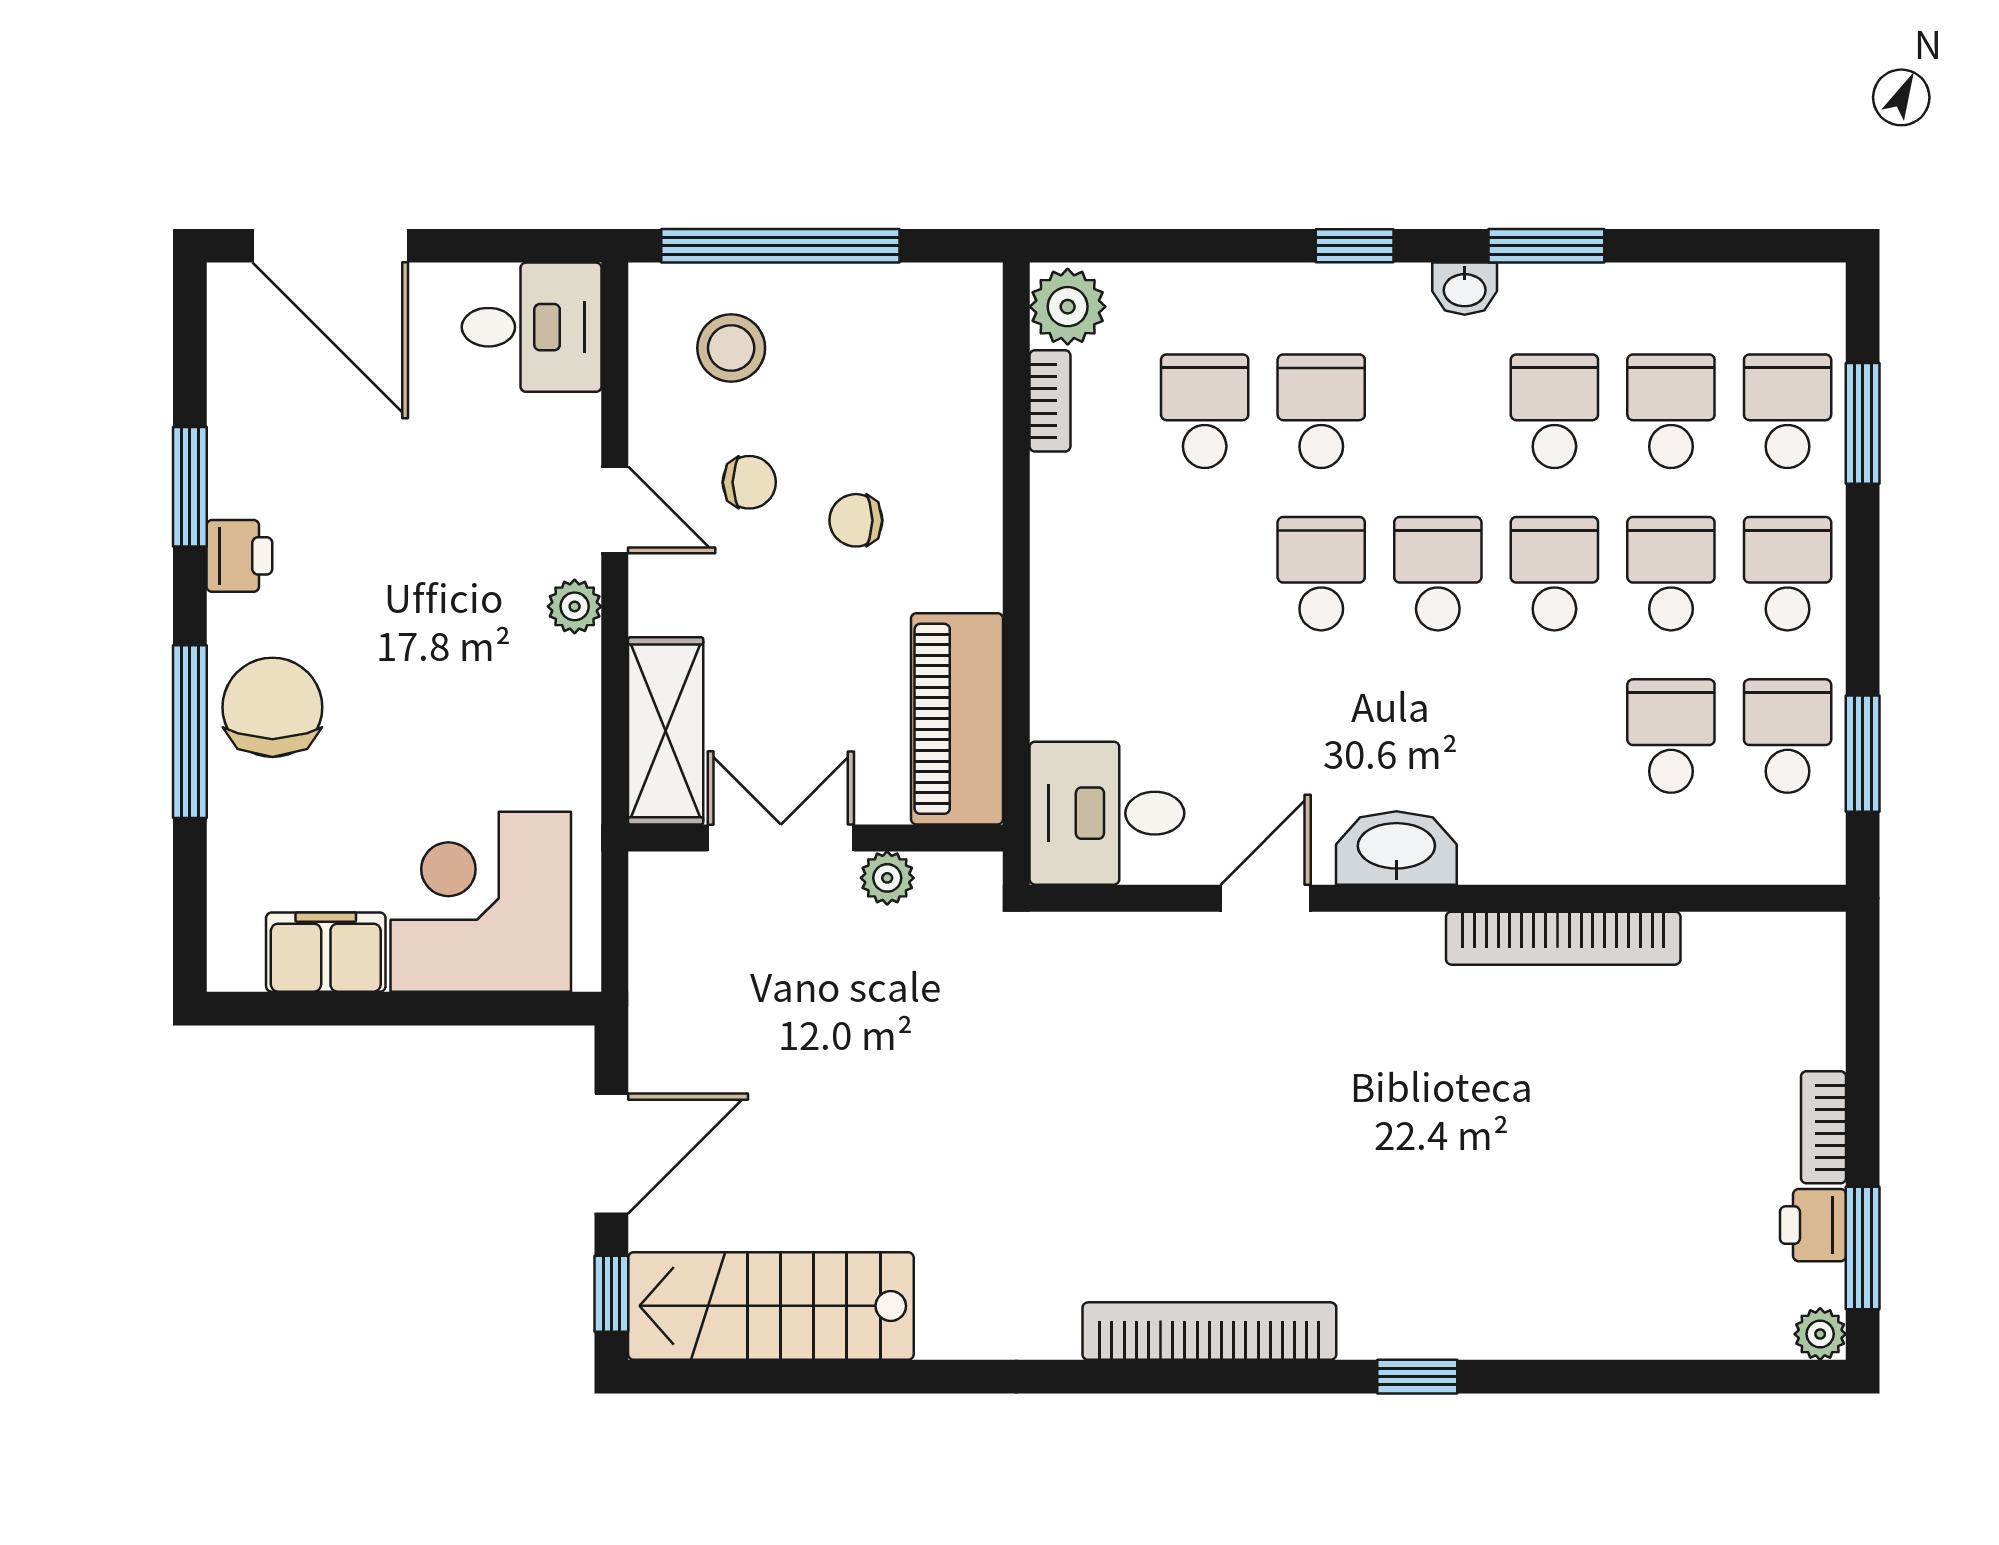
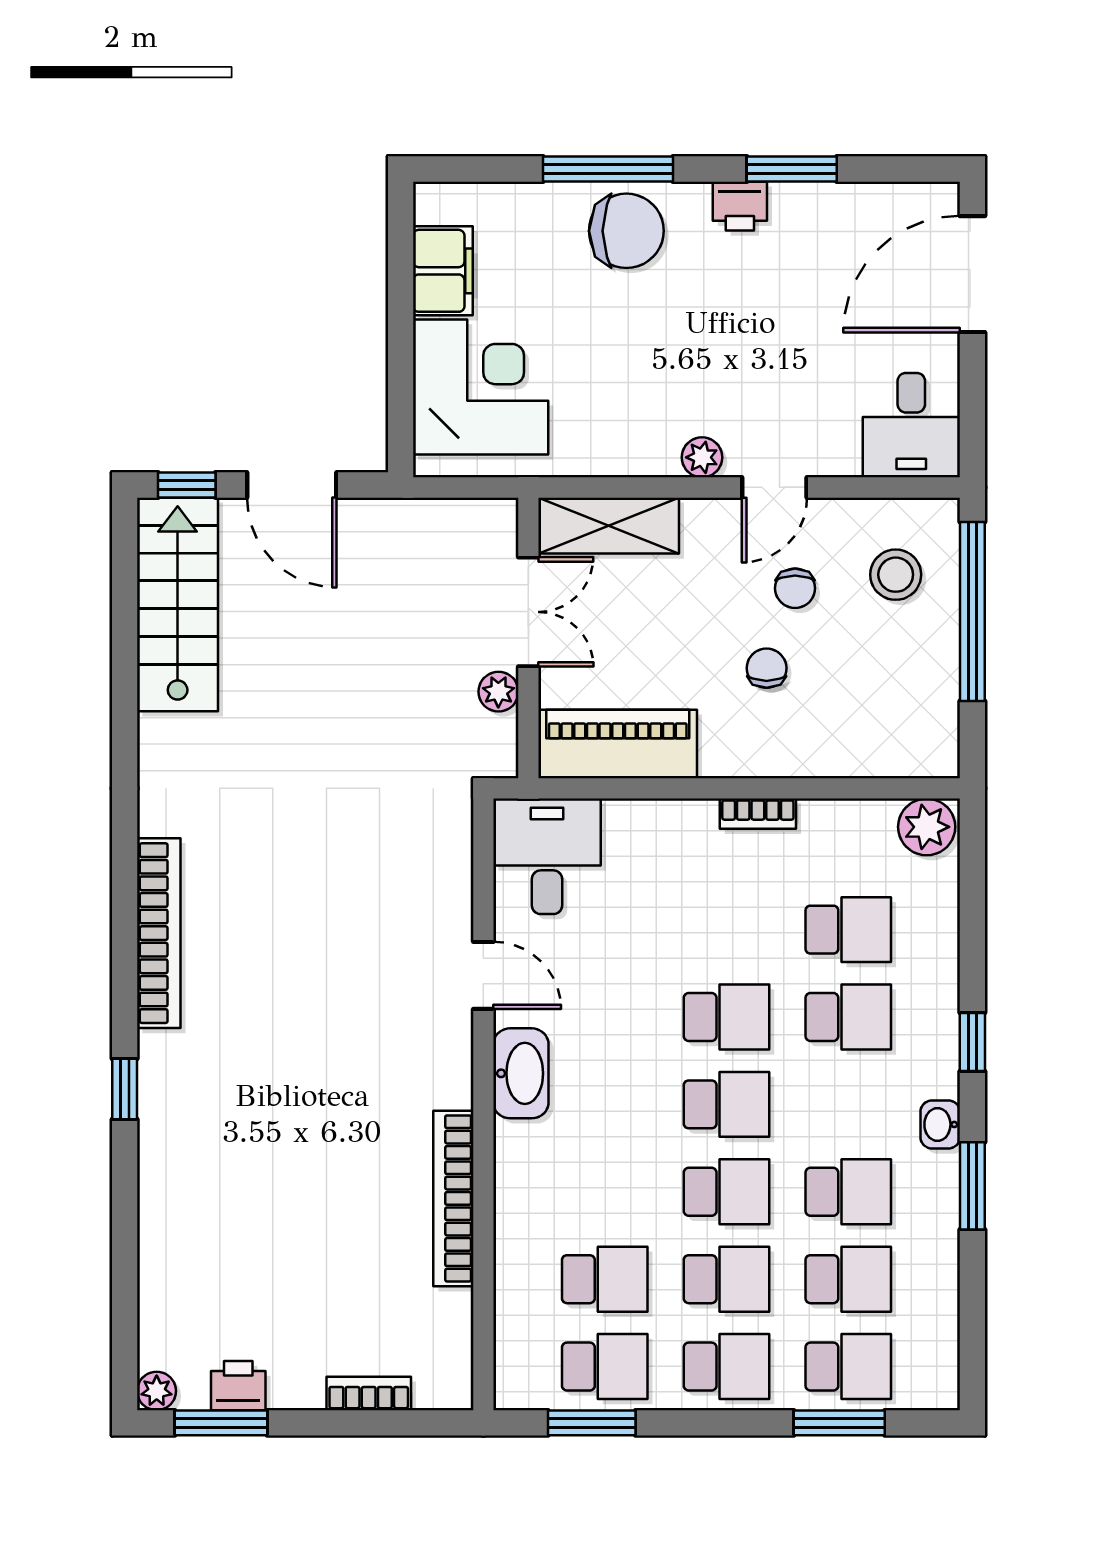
bookcase: (1050, 401) -> (758, 814), moved
bookcase: (1823, 1127) -> (369, 1394), moved

